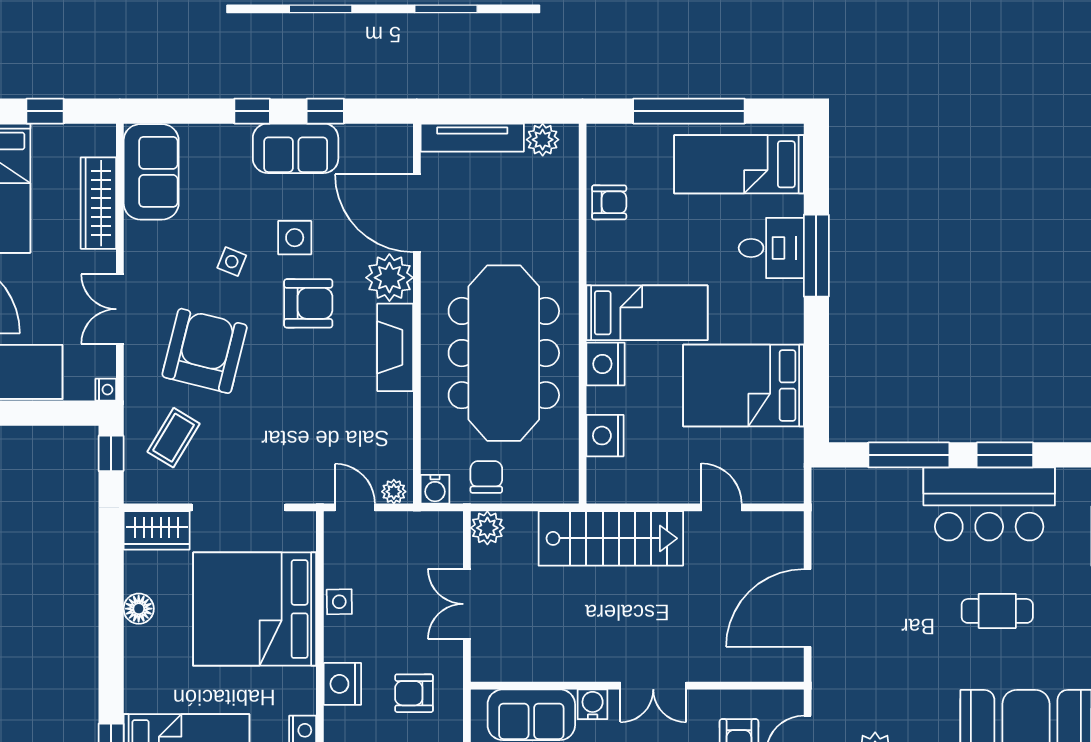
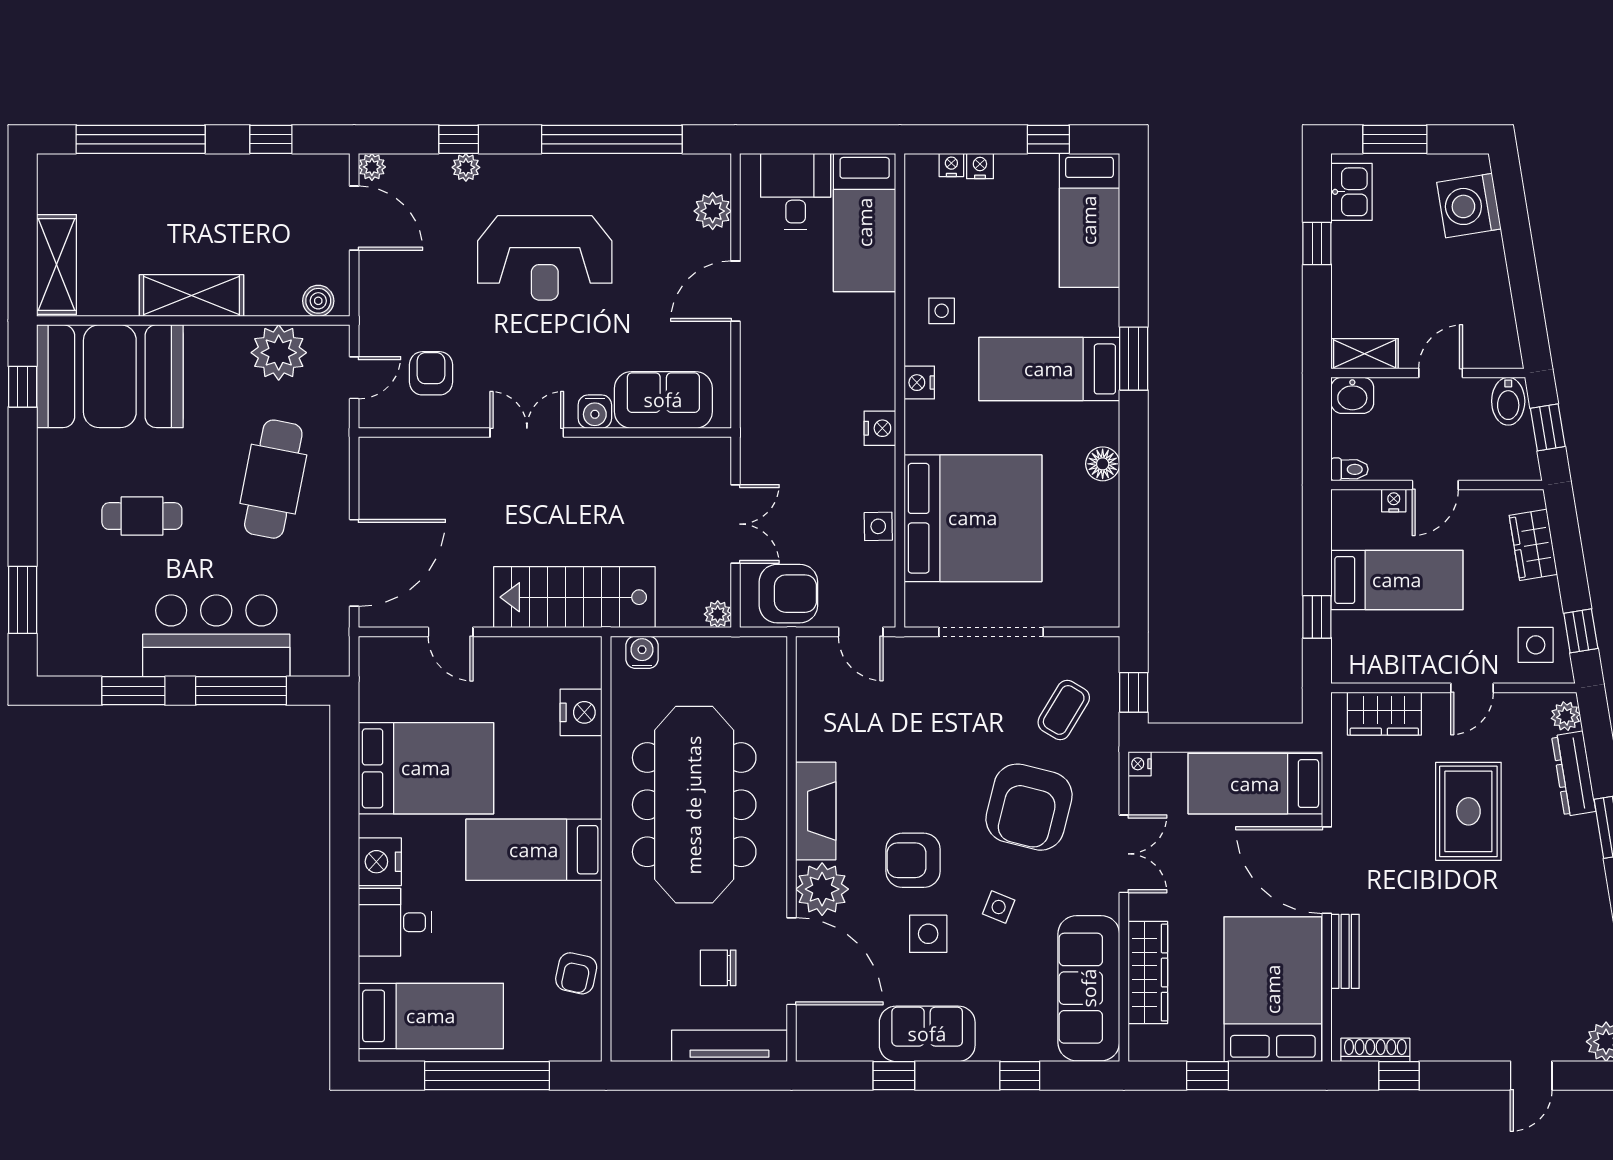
window: (252, 111) -> (1020, 1076), moved
plant: (543, 140) -> (651, 1043), removed
sofa: (151, 172) -> (1089, 988), width x1.36
armchair: (609, 202) -> (576, 973), turned -78
window: (816, 256) -> (344, 914), removed
nightstand: (605, 364) -> (380, 862), moved, turned 180
chair: (486, 477) -> (718, 968), moved, turned 90
water cooler: (435, 489) -> (642, 652), moved
plant: (394, 492) -> (817, 650), removed
bar counter: (989, 504) -> (216, 636), moved
plant: (487, 528) -> (718, 614), width x0.73, depth x0.73
wardrobe: (157, 530) -> (1083, 606), removed
door: (808, 608) -> (354, 563), moved
floor lamp: (139, 609) -> (1103, 464), moved
cafe table: (880, 644) -> (273, 479), added
nightstand: (342, 684) -> (880, 428), width x0.74, depth x0.75
armchair: (414, 693) -> (788, 594), moved, width x1.38, depth x1.38

